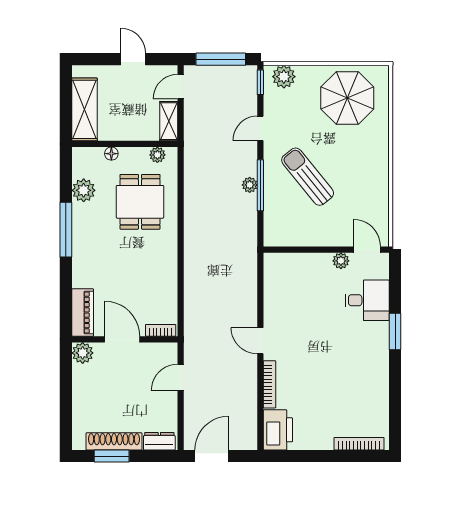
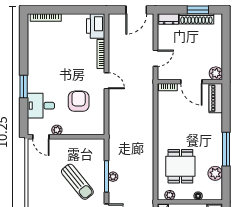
armchair: (306, 308) -> (79, 101), added

